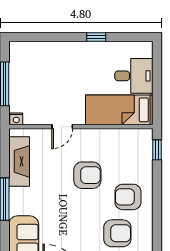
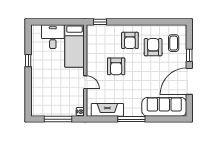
armchair: (87, 175) -> (116, 66), turned 180

